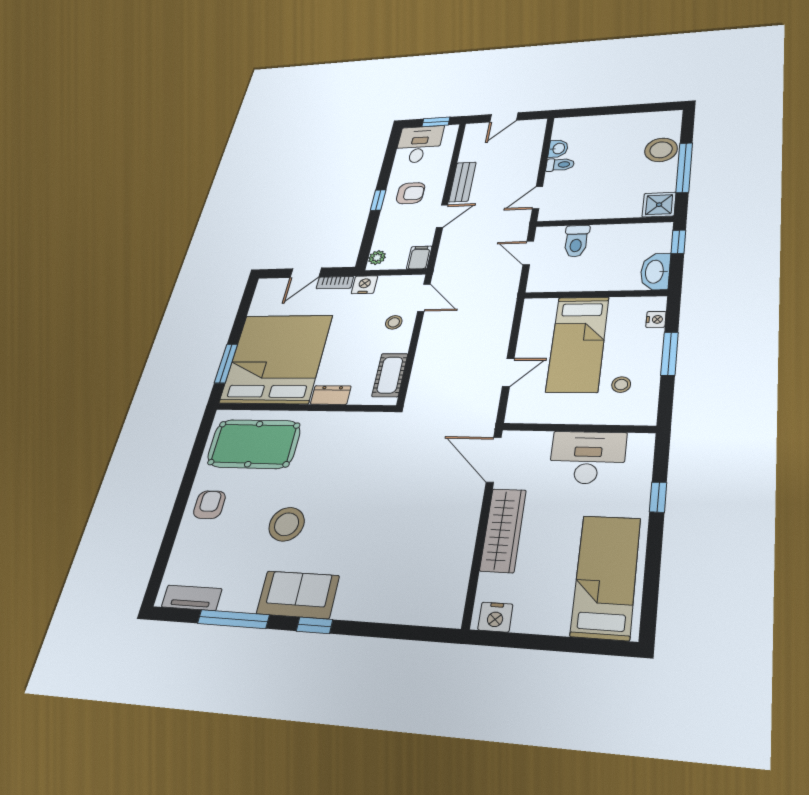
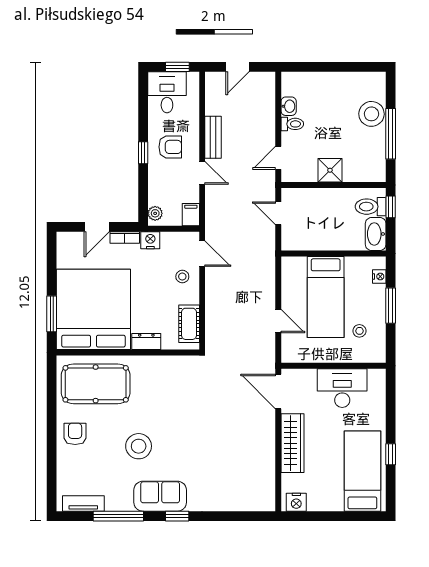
shower: (659, 205) -> (330, 170), moved
door: (442, 216) -> (202, 173), hinge flipped
toilet: (576, 241) -> (371, 207), moved, turned 90
door: (508, 372) -> (278, 321), hinge flipped
window: (658, 497) -> (391, 454), moved

